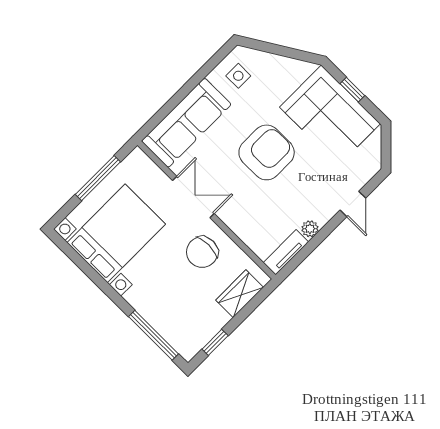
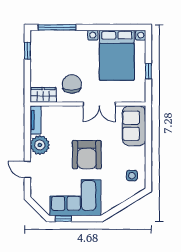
window: (352, 90) -> (63, 219), moved
sofa: (186, 123) -> (134, 126), width x0.73
window: (98, 178) -> (148, 71), width x0.46
plant: (310, 229) -> (40, 145), width x1.87, depth x1.87
wardrobe: (240, 294) -> (43, 95), moved, turned -90

